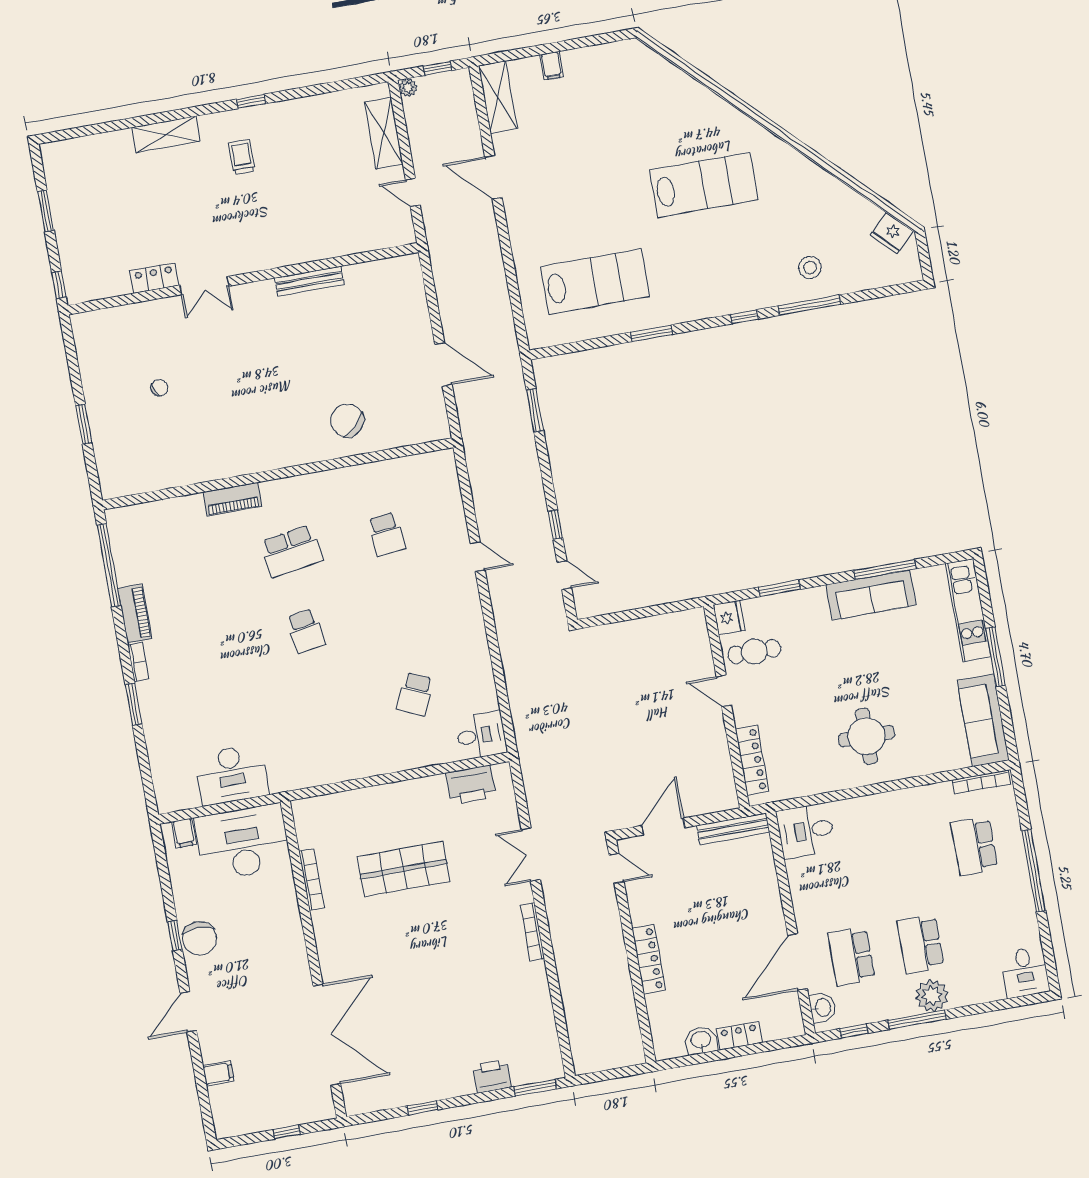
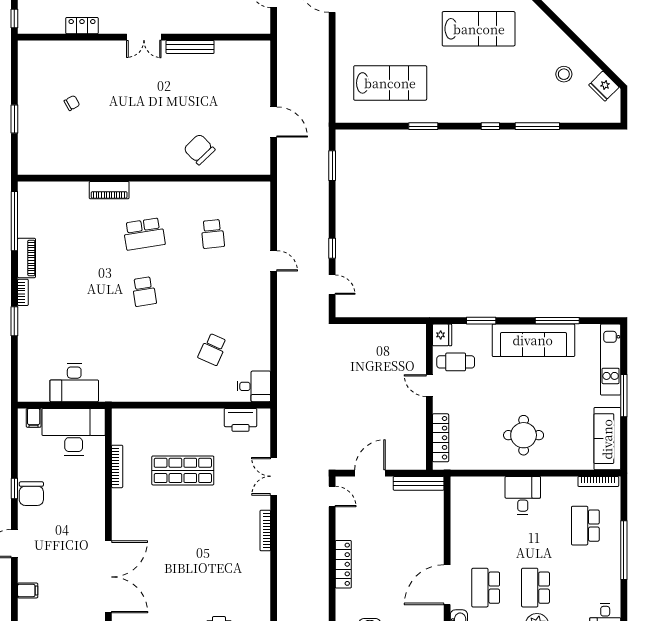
stool: (810, 267) -> (564, 74), moved
double door: (204, 286) -> (144, 37), moved
sofa: (871, 595) -> (533, 340), width x1.36, depth x1.27
desk: (806, 831) -> (523, 495), moved, turned 90

